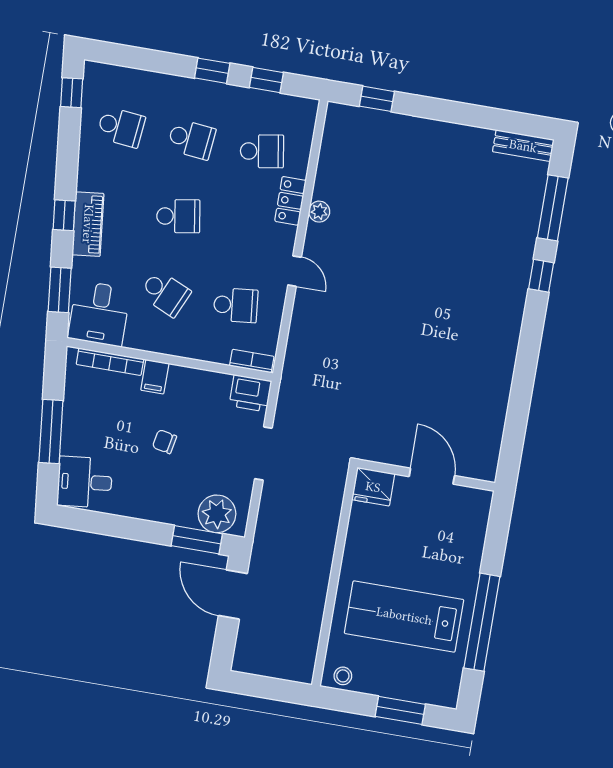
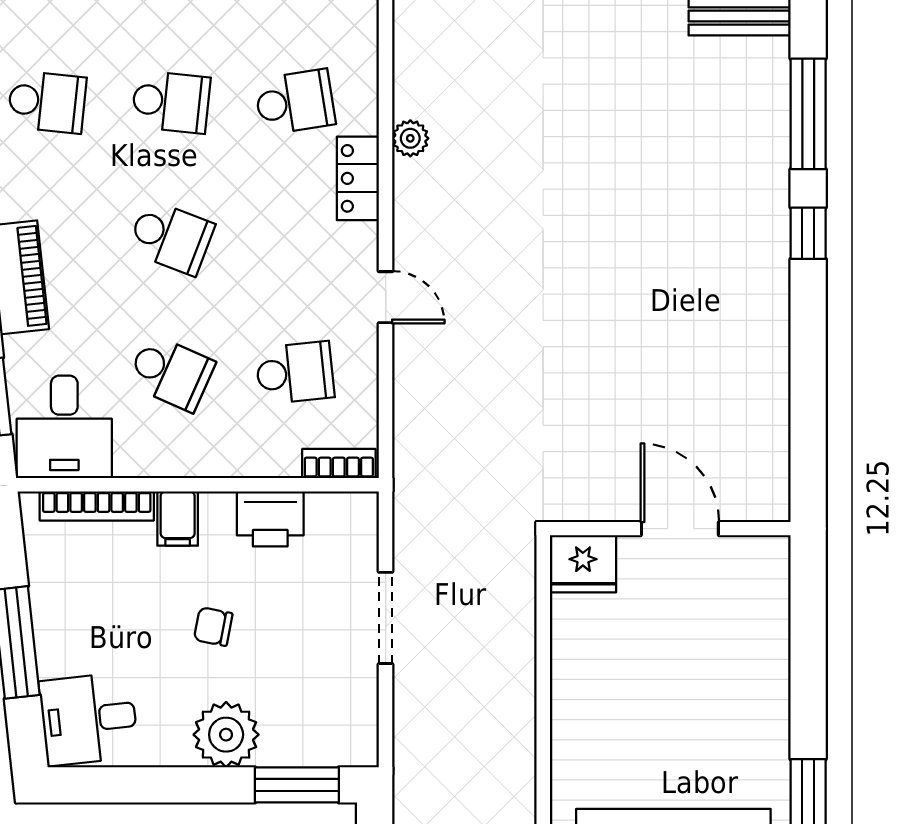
plant: (319, 212) -> (410, 138), moved
school desk: (178, 216) -> (171, 237), turned 30
printer: (250, 393) -> (270, 519), moved
wall: (426, 475) -> (670, 529), moved
door: (432, 476) -> (680, 529), moved
fridge: (373, 487) -> (583, 564), moved
plant: (217, 514) -> (226, 735), moved

